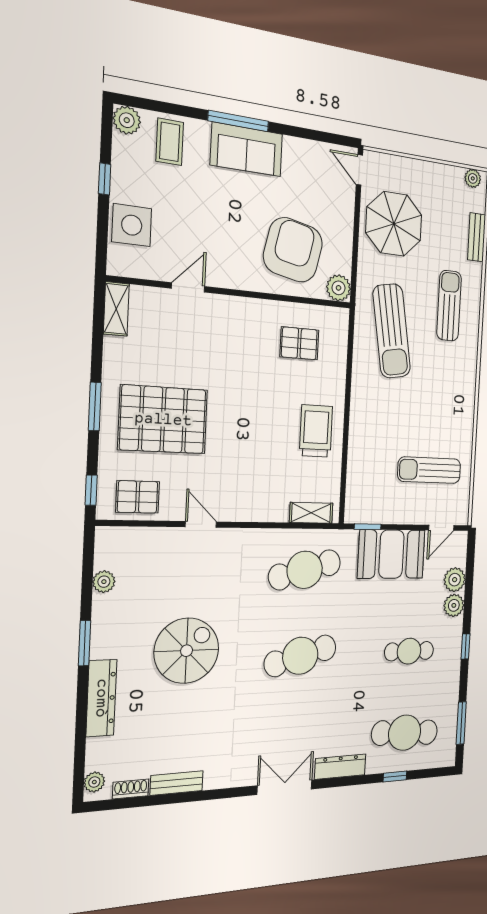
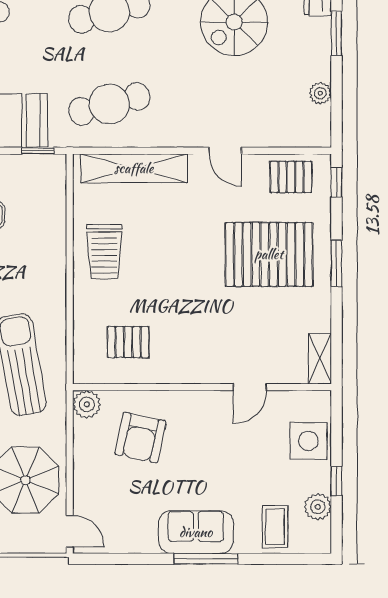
plant: (127, 120) -> (318, 507), moved
armchair: (293, 250) -> (140, 438), width x0.73, depth x0.73
shelving: (311, 513) -> (134, 168), width x2.20, depth x1.33

